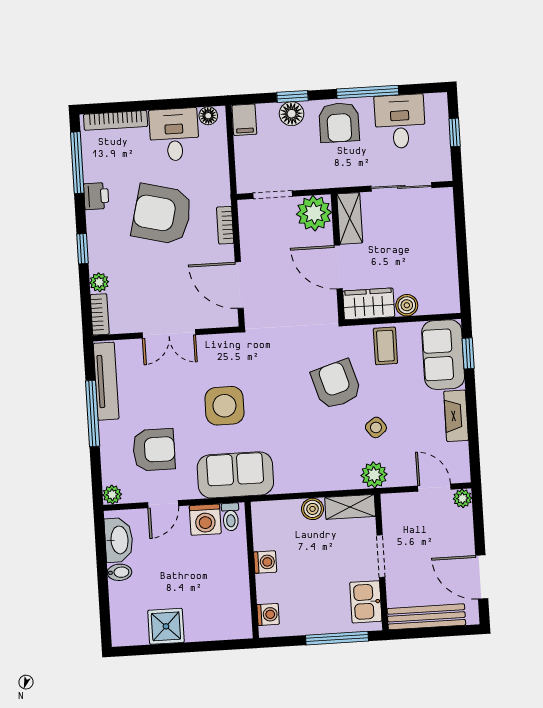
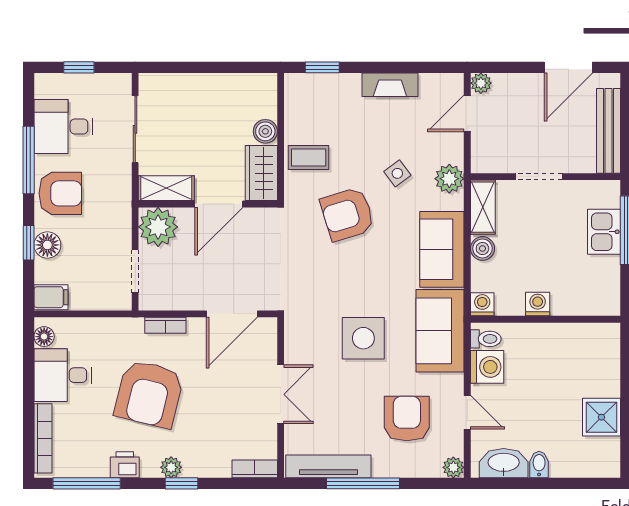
plant: (99, 282) -> (171, 467), moved
sofa: (443, 355) -> (442, 249), moved, turned 90
kitchen sink: (366, 602) -> (604, 232), moved, turned 90
washing machine: (268, 614) -> (482, 304), moved

